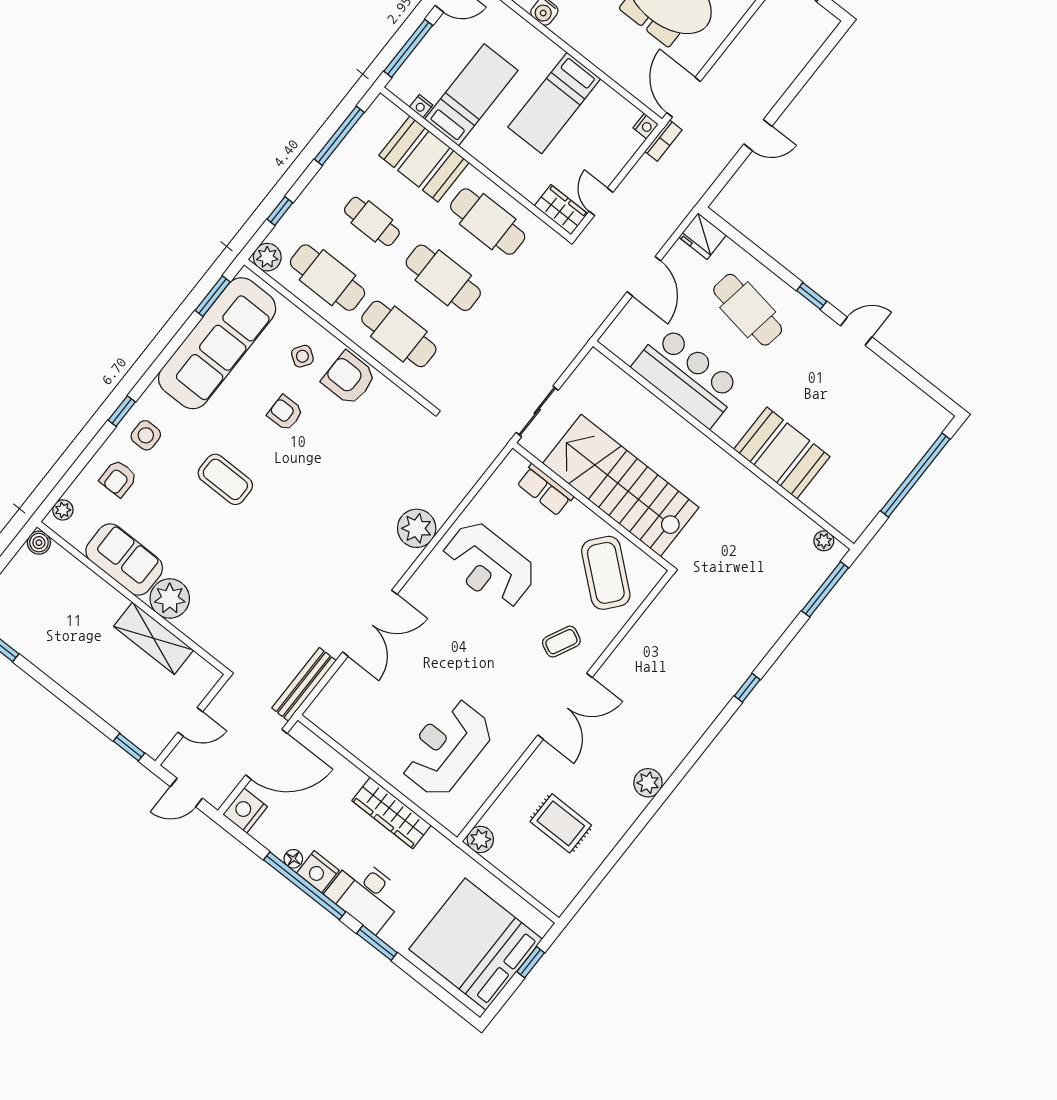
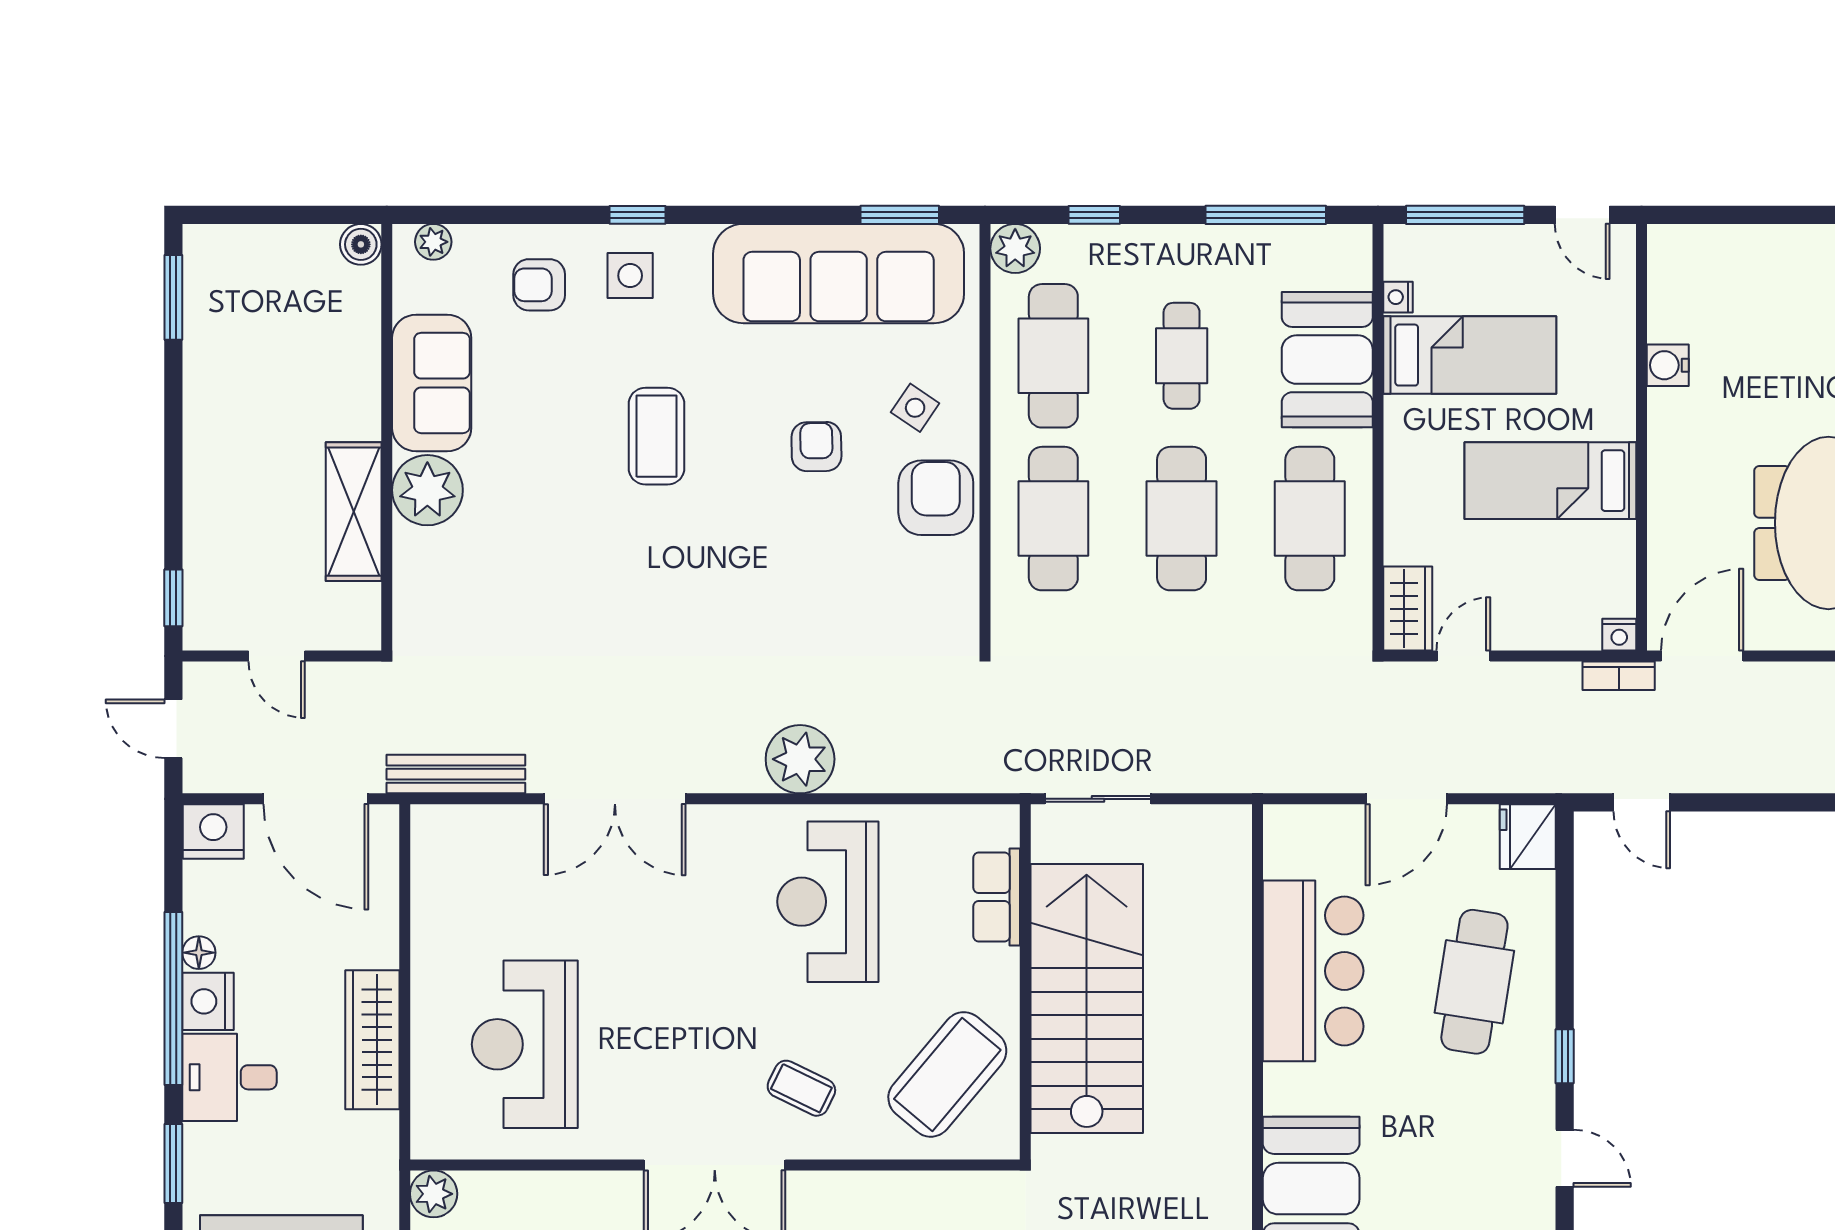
door: (758, 135) -> (1642, 802), moved
reception desk: (446, 748) -> (525, 1044), turned -90
desk: (366, 894) -> (229, 1077), width x0.73

